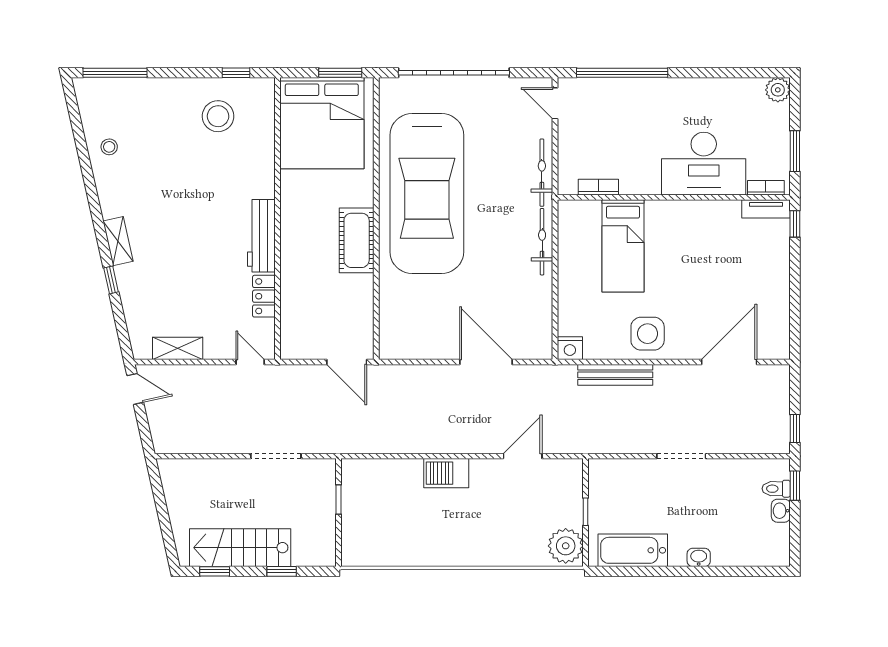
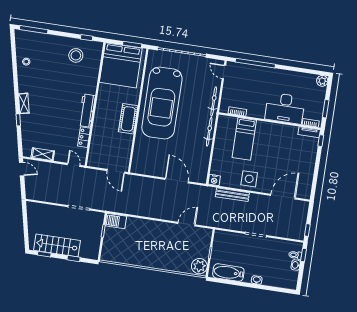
barbecue: (446, 473) -> (116, 221), moved

